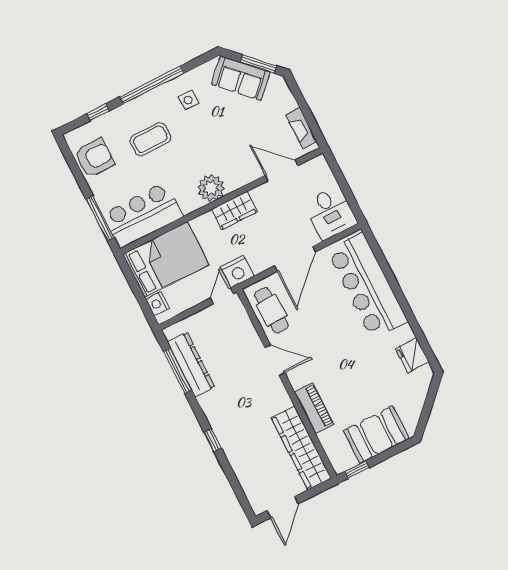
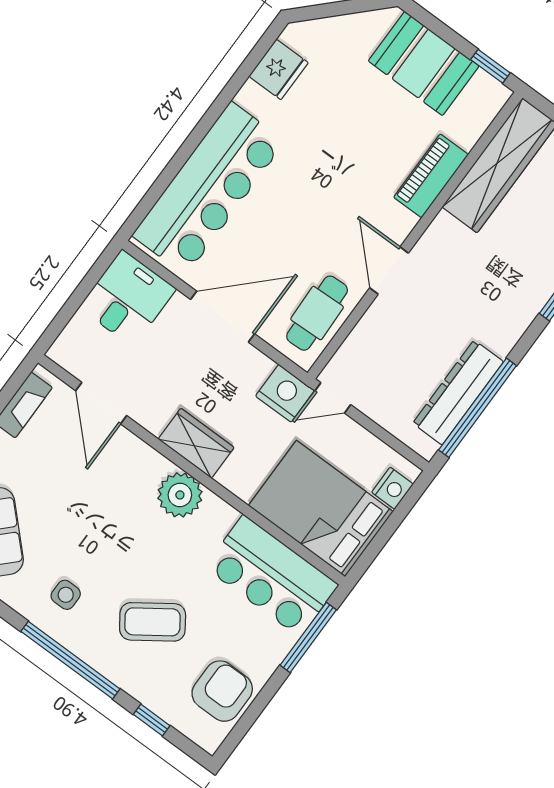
coffee table: (150, 139) -> (153, 622), turned -35
armchair: (95, 158) -> (222, 691), turned 90
window: (177, 371) -> (478, 408), width x1.46

